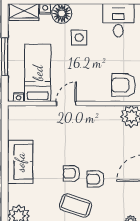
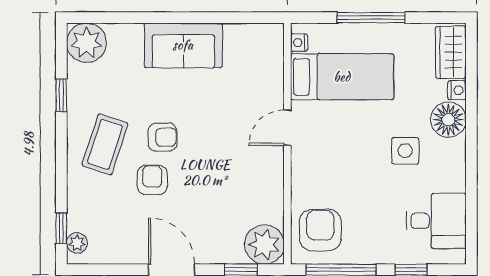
door: (66, 104) -> (287, 128), swing flipped
armchair: (71, 173) -> (163, 137), turned 90

